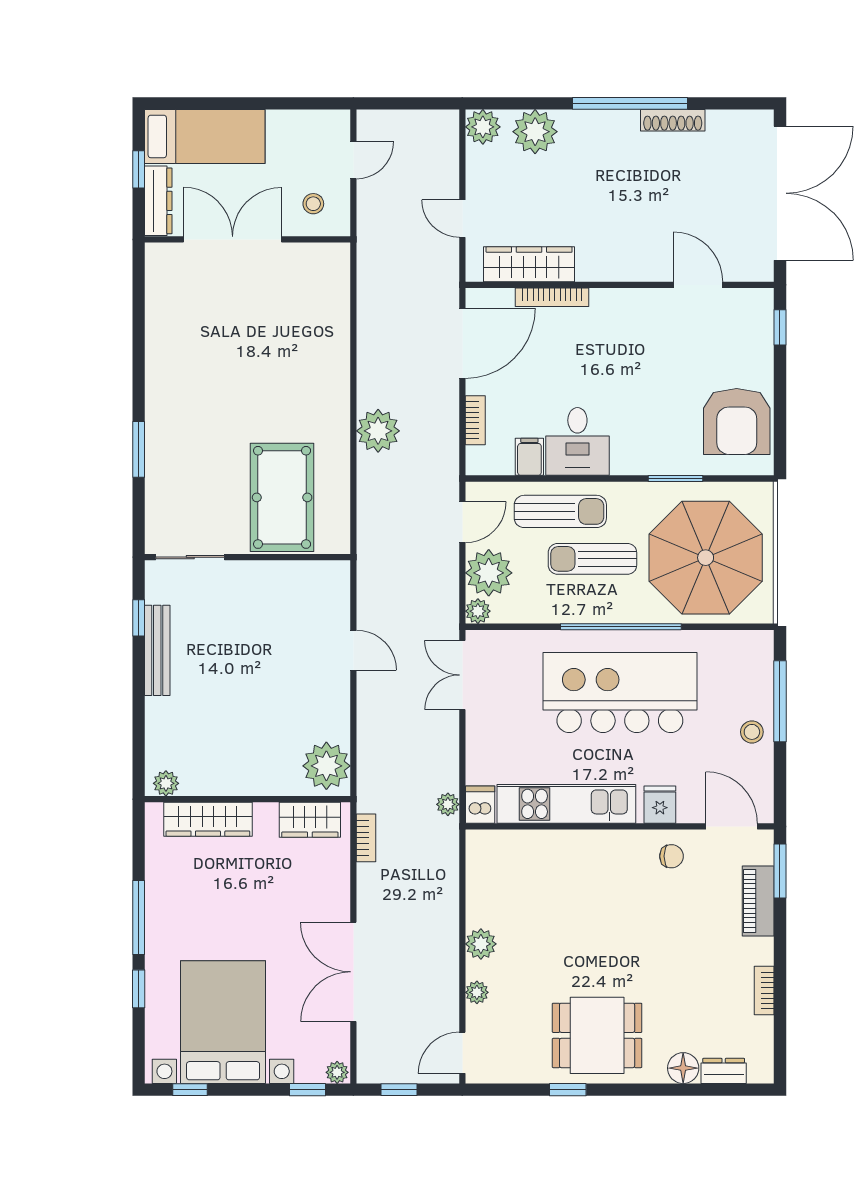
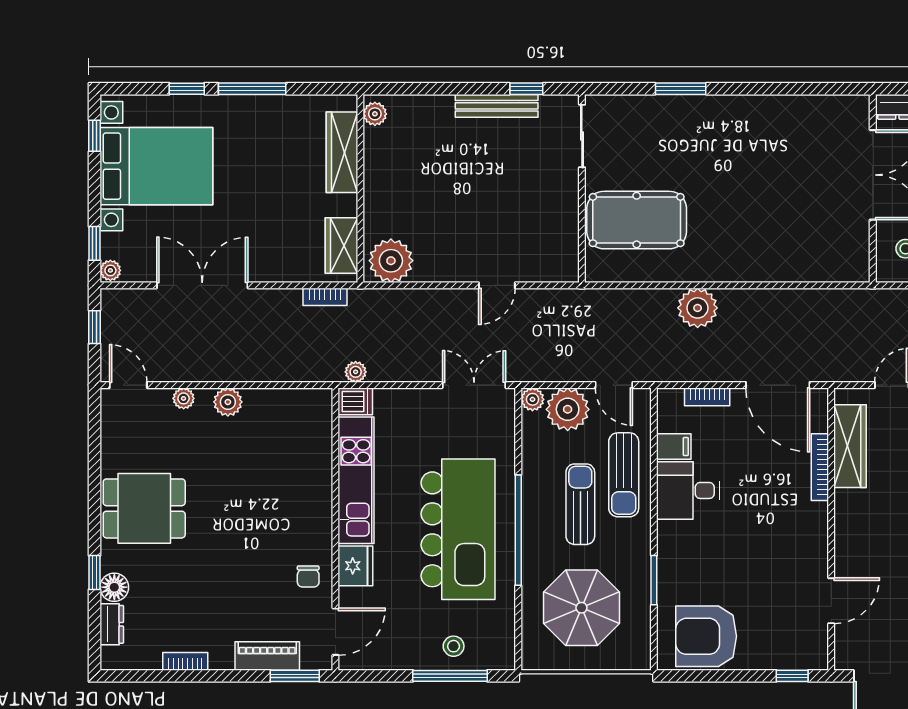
parasol: (706, 558) -> (581, 608), width x0.73, depth x0.73
stool: (752, 732) -> (454, 646), moved
fridge: (660, 805) -> (355, 566), width x1.38
dining table: (597, 1035) -> (144, 508), turned 90
window: (568, 1090) -> (95, 573), moved

